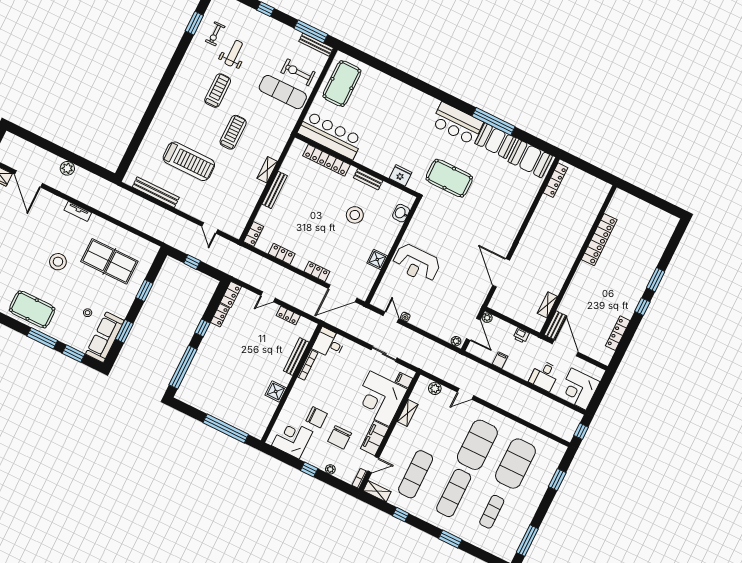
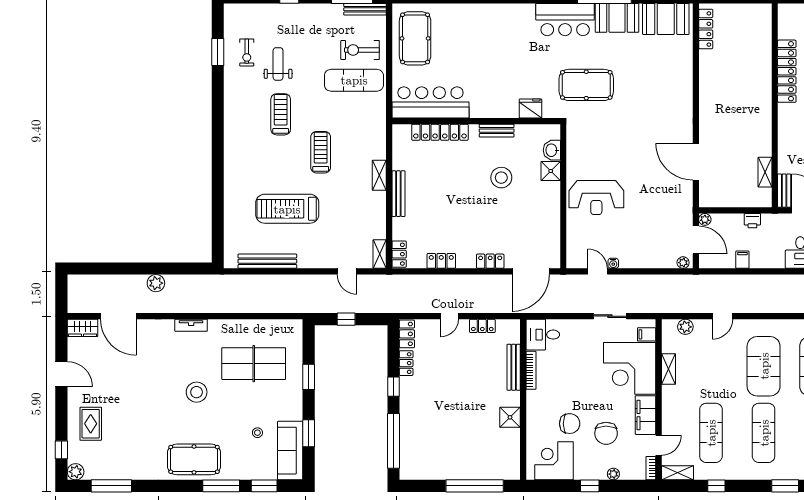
treadmill: (189, 161) -> (287, 209), turned 180
shelving: (239, 227) -> (380, 254), added
shower: (377, 259) -> (551, 171), moved

